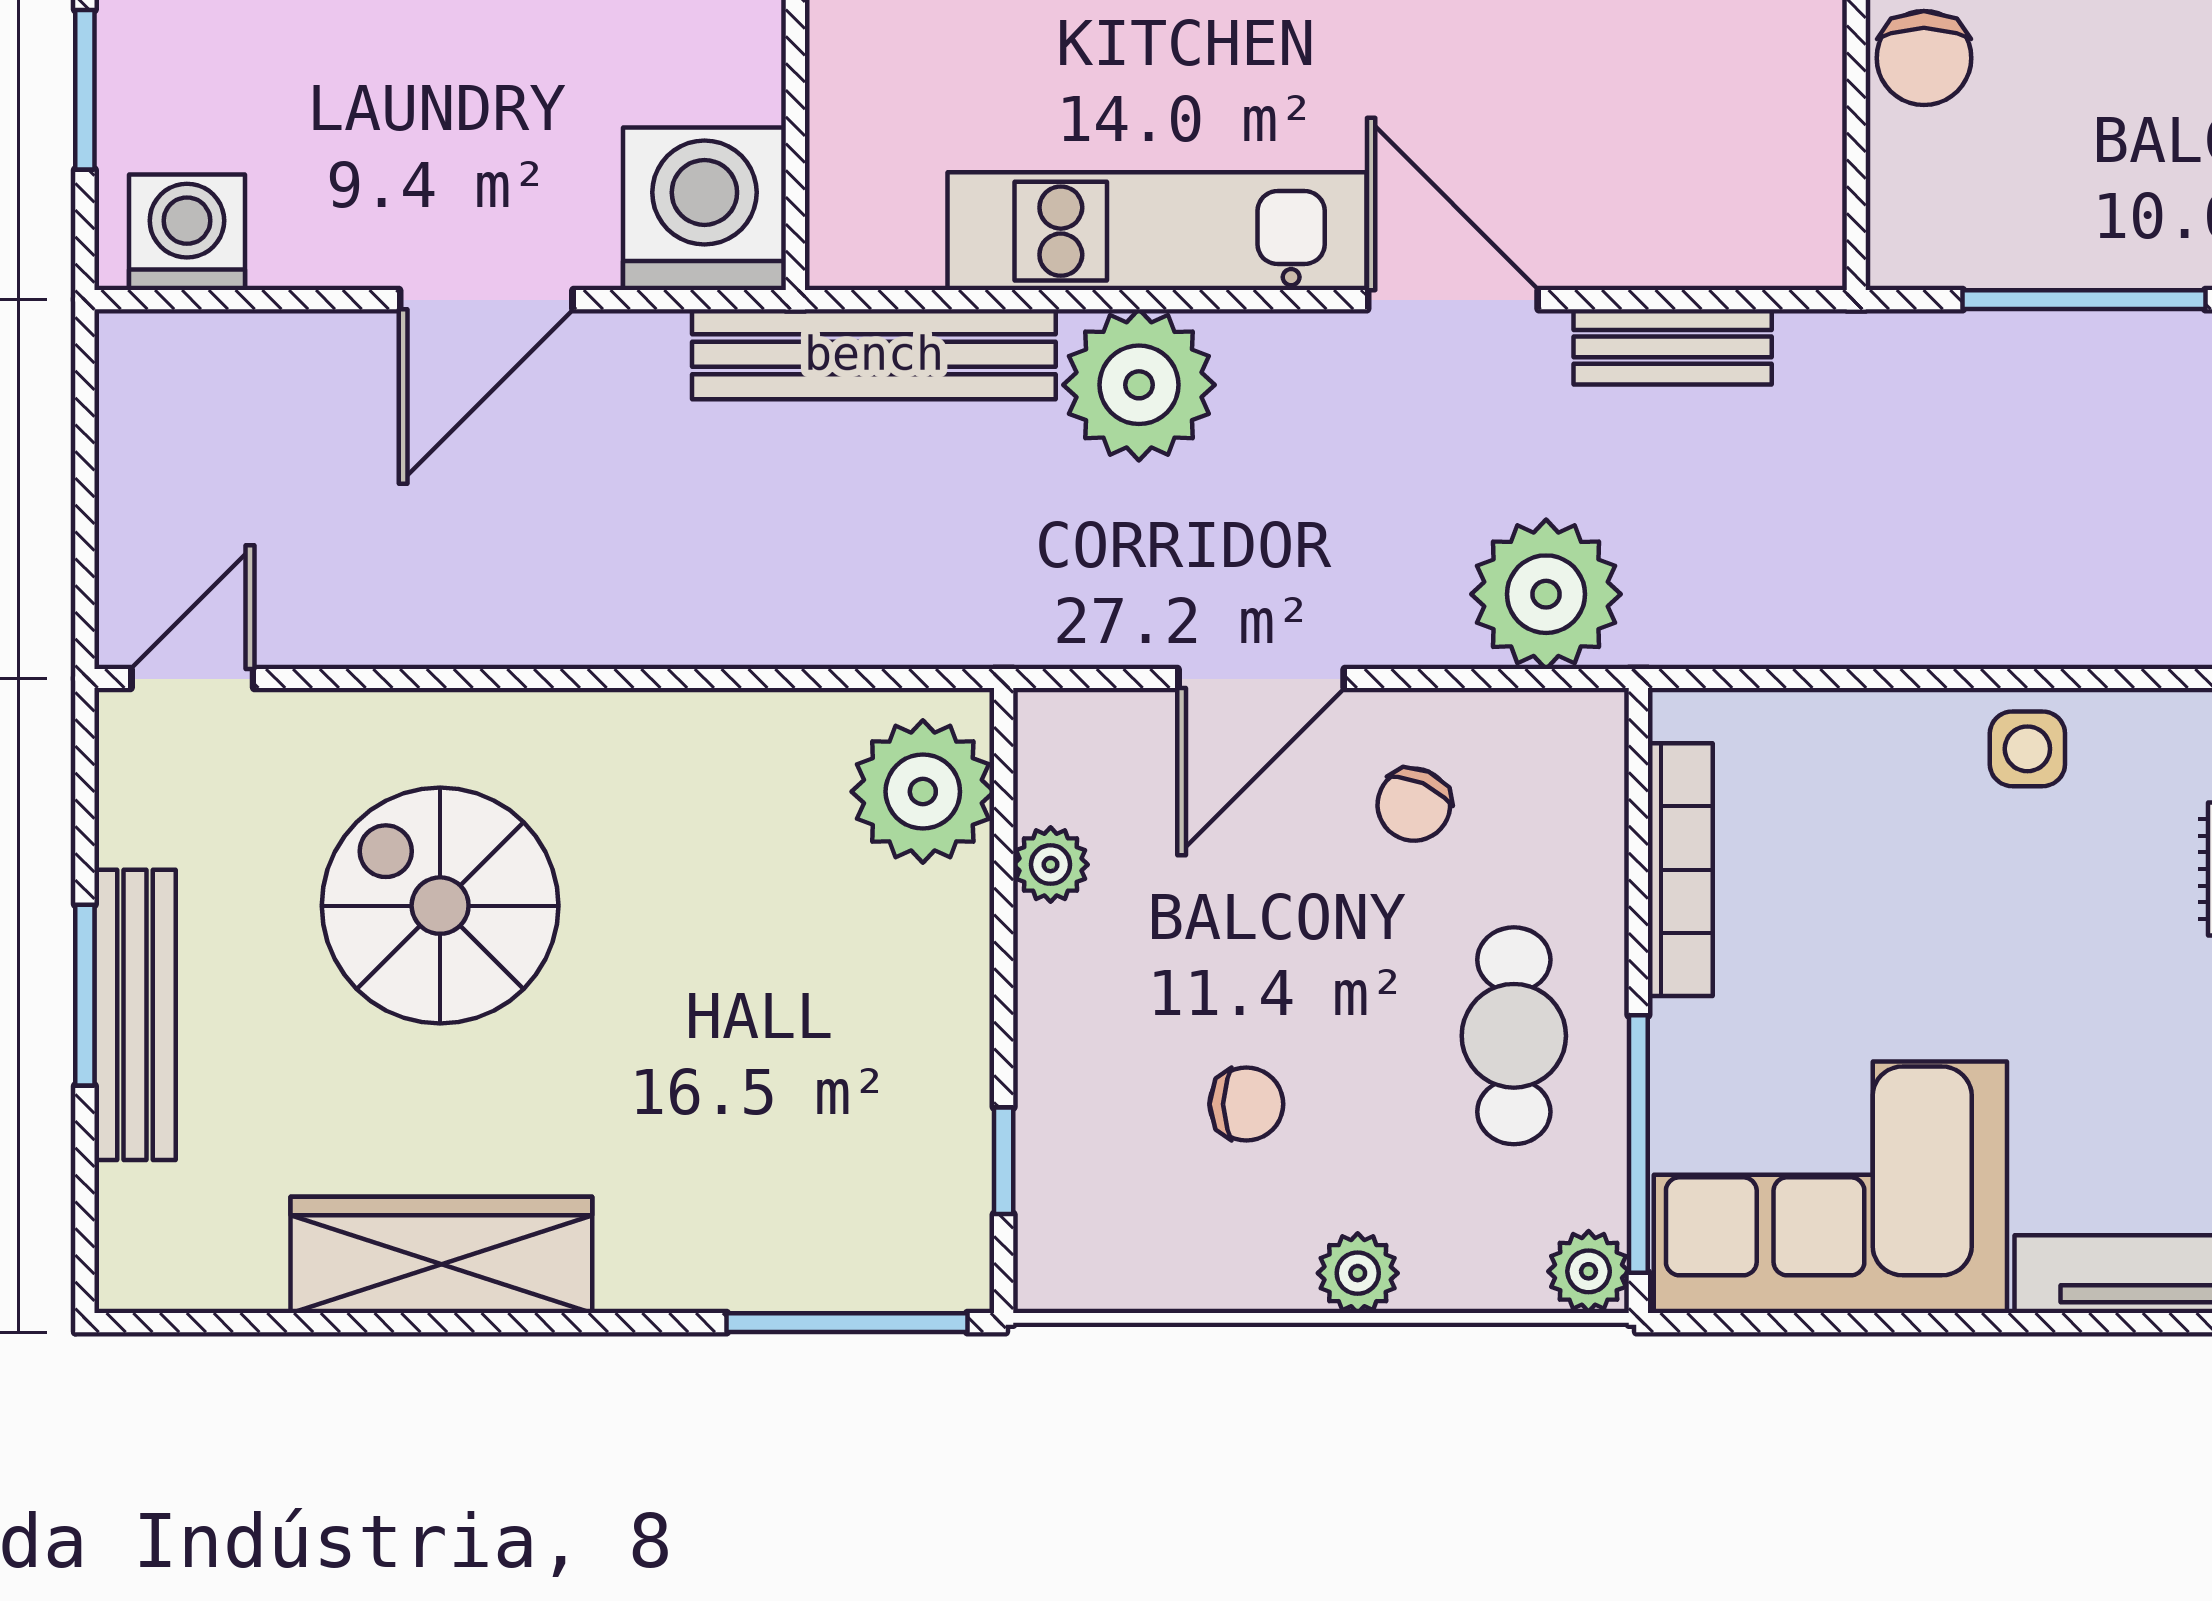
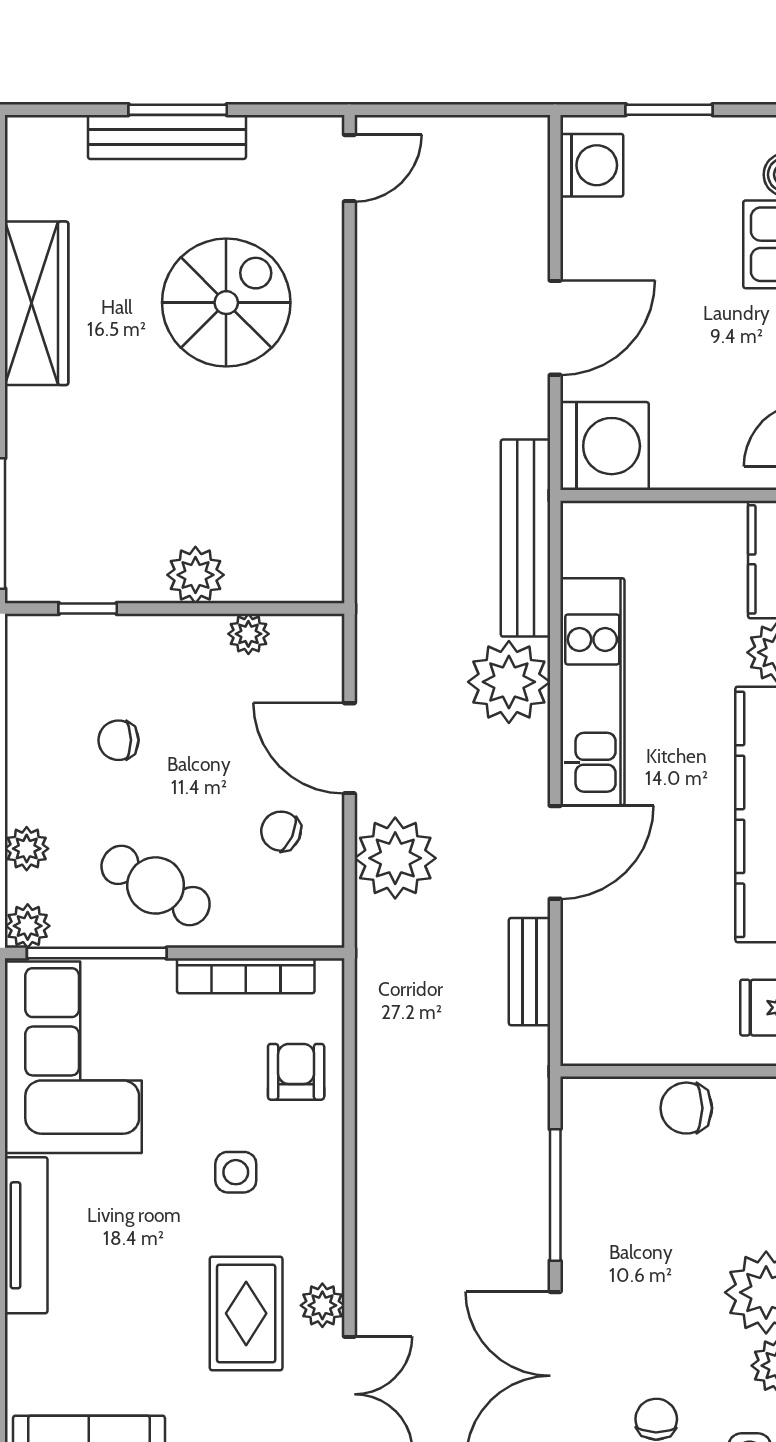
door: (486, 300) -> (555, 328), swing flipped
plant: (1546, 594) -> (395, 858), moved
door: (192, 679) -> (349, 168), hinge flipped
side table: (2027, 749) -> (236, 1172), moved
armchair: (1857, 777) -> (296, 1072), added
plant: (923, 792) -> (195, 575), moved, width x0.73, depth x0.73
cafe table: (1514, 1036) -> (156, 885), turned 30
chair: (1246, 1104) -> (119, 740), turned 90
plant: (1358, 1273) -> (27, 849), moved

